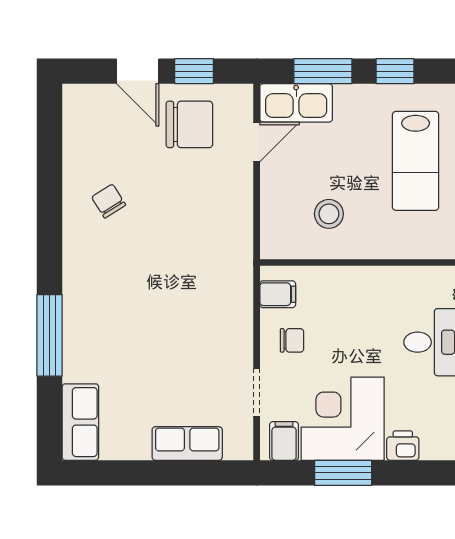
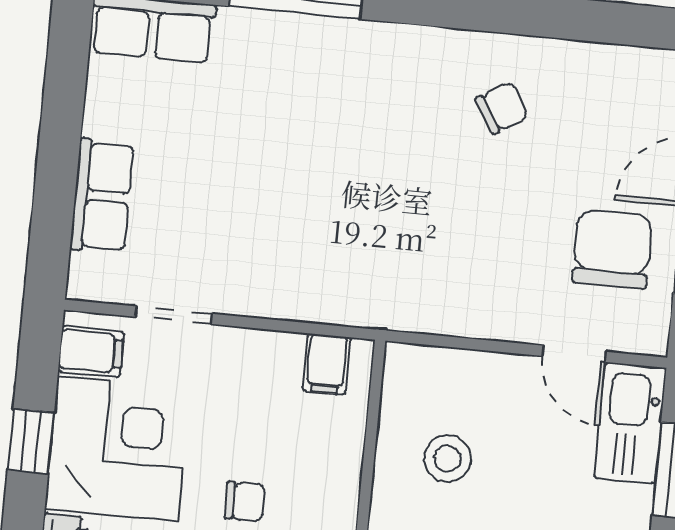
chair: (189, 124) -> (612, 249), turned 180
chair: (292, 340) -> (245, 502), moved, turned -90
window: (343, 473) -> (31, 441), width x0.67

